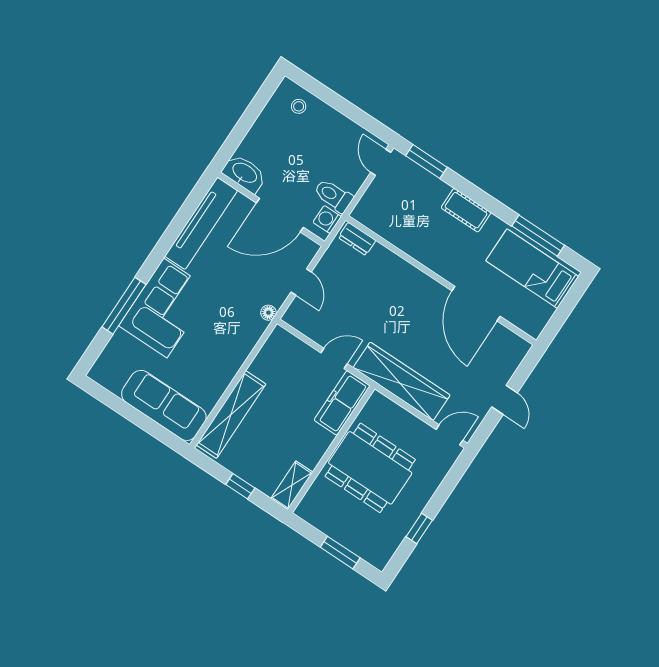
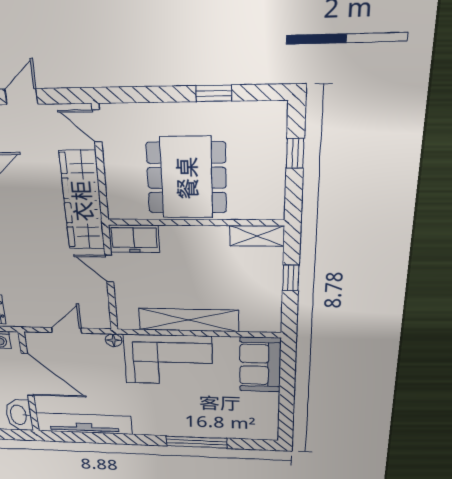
corner sofa: (165, 308) -> (168, 360), moved, turned 180
freezer: (342, 403) -> (134, 239), width x0.71
sofa: (164, 405) -> (260, 365), width x0.73
shelving: (231, 414) -> (189, 320), moved
window: (340, 553) -> (295, 153), width x0.67

